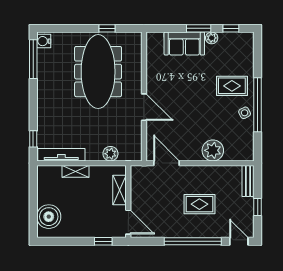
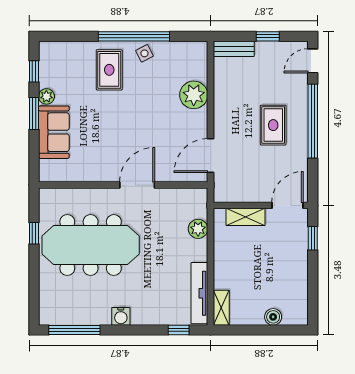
water cooler: (44, 41) -> (121, 316), moved
shelving: (75, 171) -> (221, 308), moved
rug: (199, 204) -> (273, 125), moved
boiler: (49, 217) -> (273, 317), width x0.54, depth x0.54

